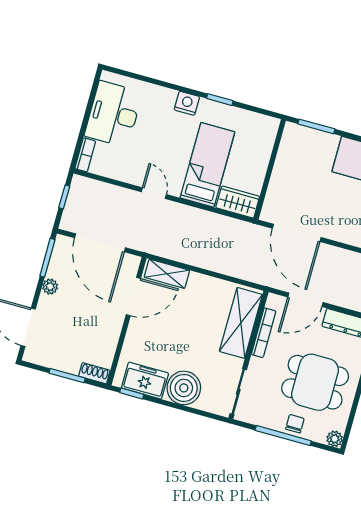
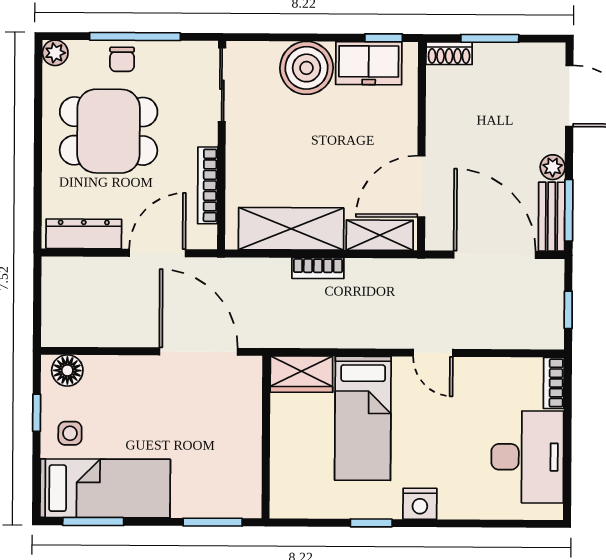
bench: (59, 257) -> (552, 217), added
bookcase: (210, 264) -> (318, 268), added
shelving: (241, 323) -> (291, 229), moved, turned 90

